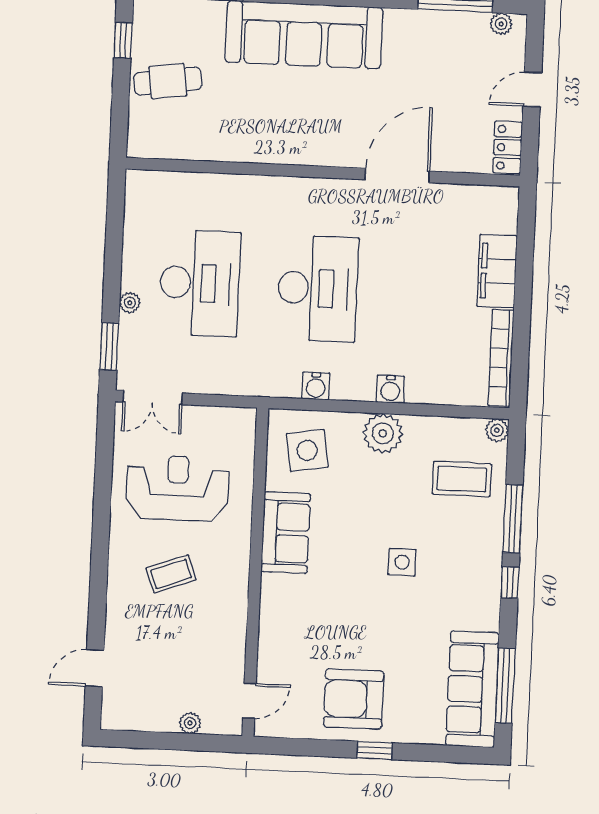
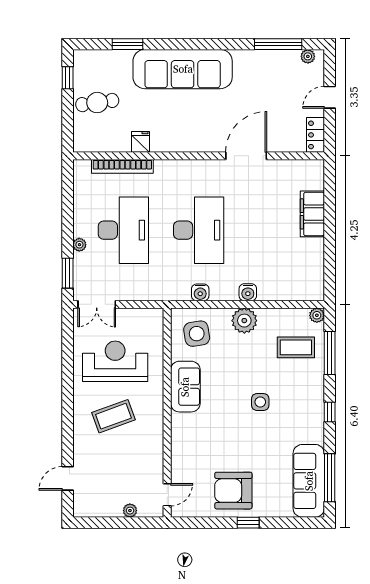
fridge: (233, 146) -> (140, 142), added
bookcase: (501, 358) -> (122, 166), moved, turned -90
window: (513, 519) -> (330, 353), moved
coffee table: (171, 574) -> (113, 416), width x1.36, depth x1.30

